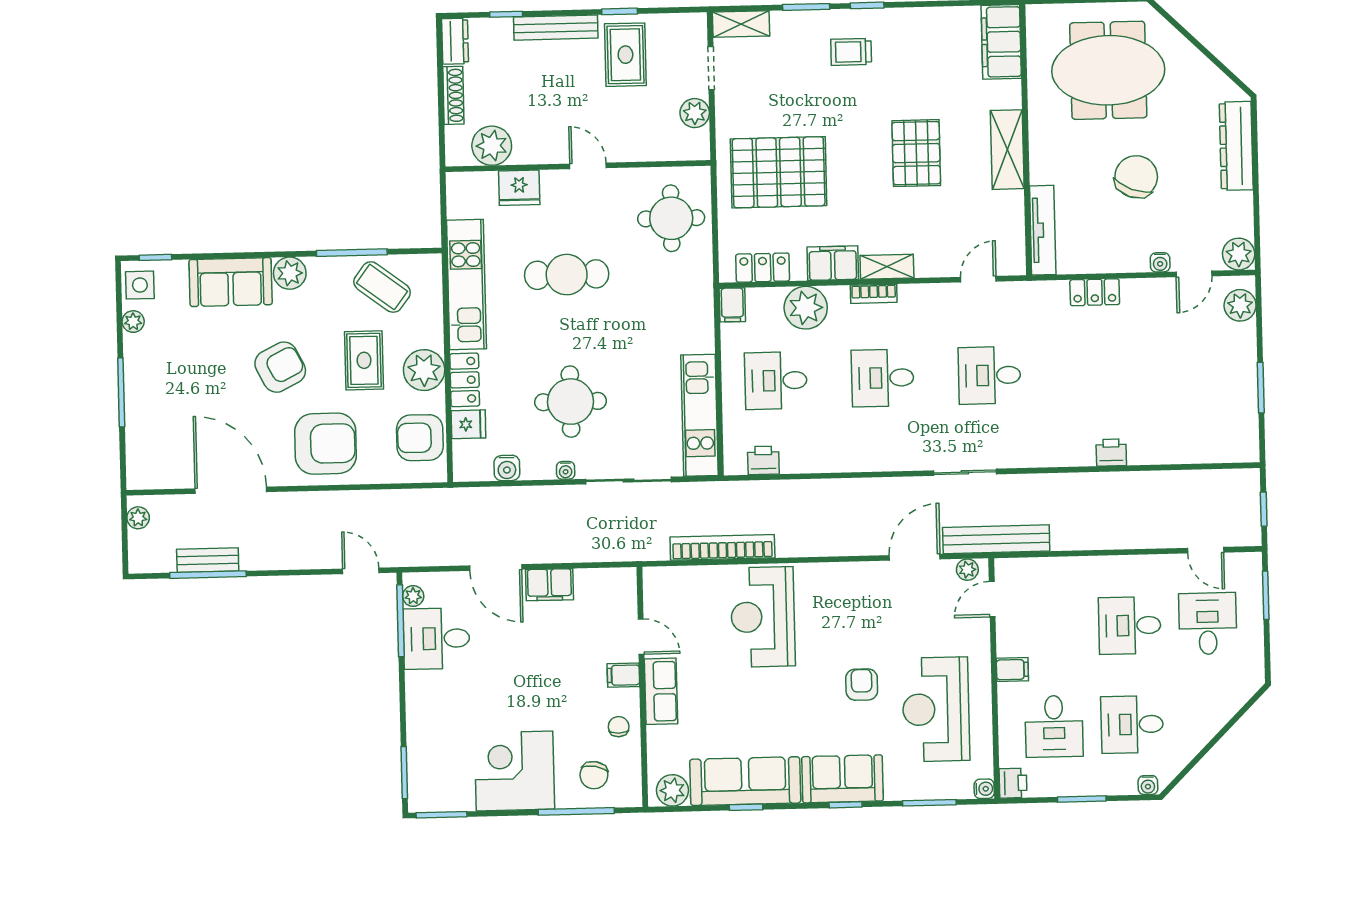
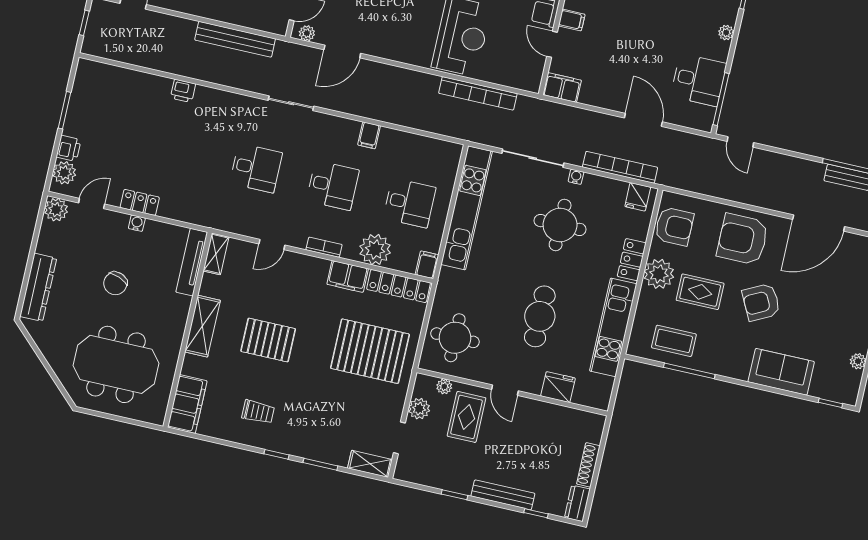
trolley: (851, 52) -> (258, 412), moved
rug: (625, 55) -> (466, 417), moved
plant: (492, 146) -> (444, 386), moved, width x0.53, depth x0.53
pallet: (916, 153) -> (268, 340), turned 90
chair: (1136, 177) -> (115, 283), width x0.73, depth x0.73
water cooler: (1160, 262) -> (137, 223), moved
shelving: (887, 267) -> (216, 254), moved, turned 90
locker: (763, 268) -> (399, 286), width x1.53
plant: (290, 273) -> (737, 367), removed
cafe table: (567, 275) -> (540, 316), turned 90
door: (978, 279) -> (272, 244), moved
side table: (140, 285) -> (847, 386), removed
coffee table: (382, 287) -> (674, 341), turned -37
locker: (1095, 292) -> (140, 202), moved
rug: (364, 360) -> (700, 292), turned 90
kitchen unit: (700, 415) -> (467, 208), width x1.36
fridge: (468, 424) -> (638, 197), moved, turned -90
filing cabinet: (852, 456) -> (369, 135), added
printer: (763, 460) -> (69, 148), moved, turned -90
water cooler: (507, 468) -> (617, 189), removed
door: (231, 490) -> (819, 223), hinge flipped
bookcase: (511, 498) -> (620, 167), added
bench: (996, 539) -> (235, 39), moved
filing cabinet: (549, 585) -> (562, 88), moved
plant: (413, 596) -> (726, 33), moved

